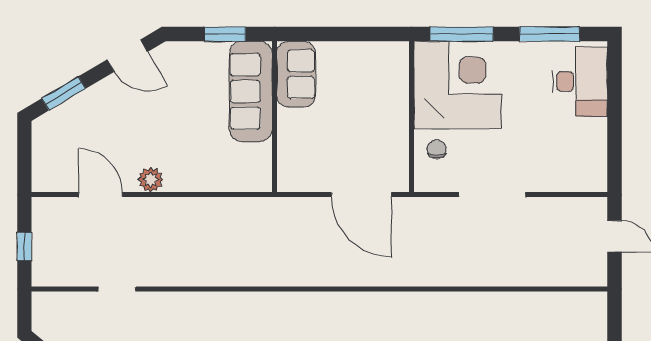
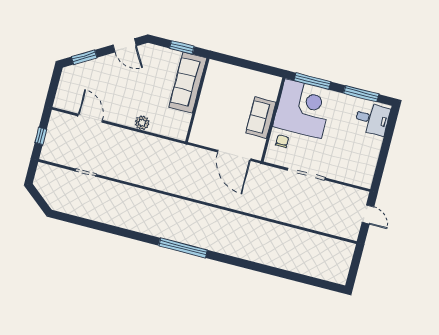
sofa: (296, 74) -> (261, 118), moved, turned 180
desk: (580, 81) -> (372, 119), width x0.73
plant: (151, 180) -> (142, 123), moved

